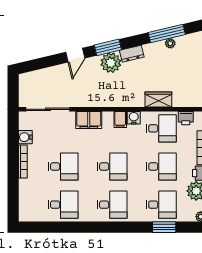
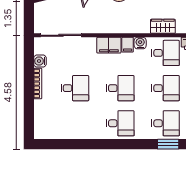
filing cabinet: (89, 120) -> (109, 45), moved
desk: (63, 205) -> (75, 123), removed

